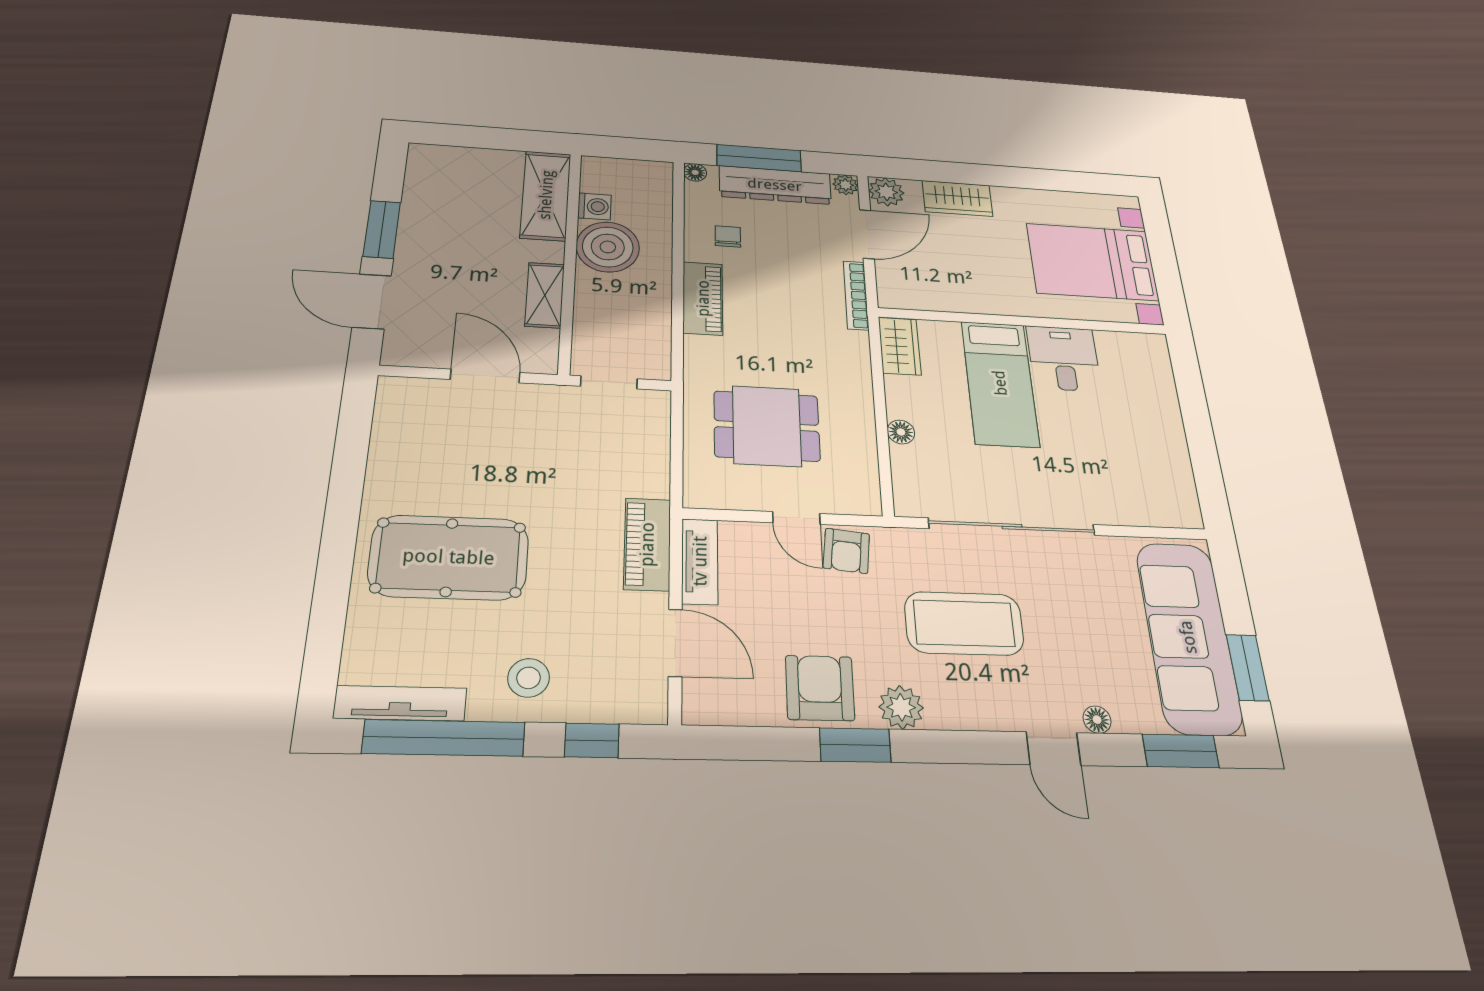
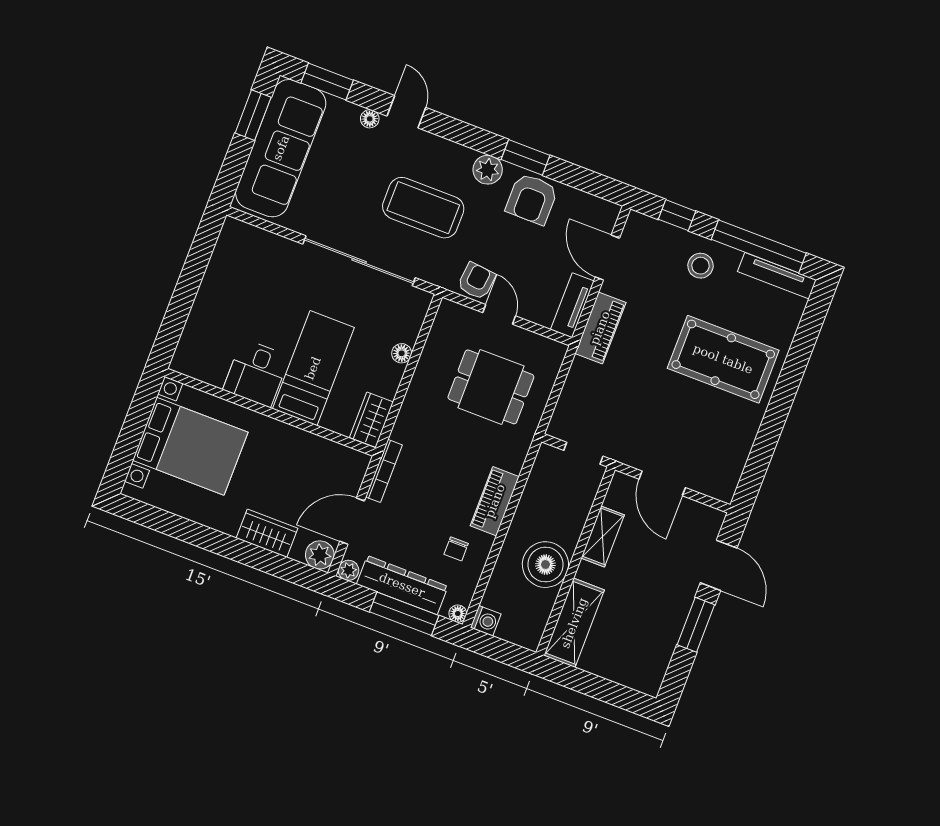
washing machine: (594, 206) -> (486, 621), moved, turned 180

